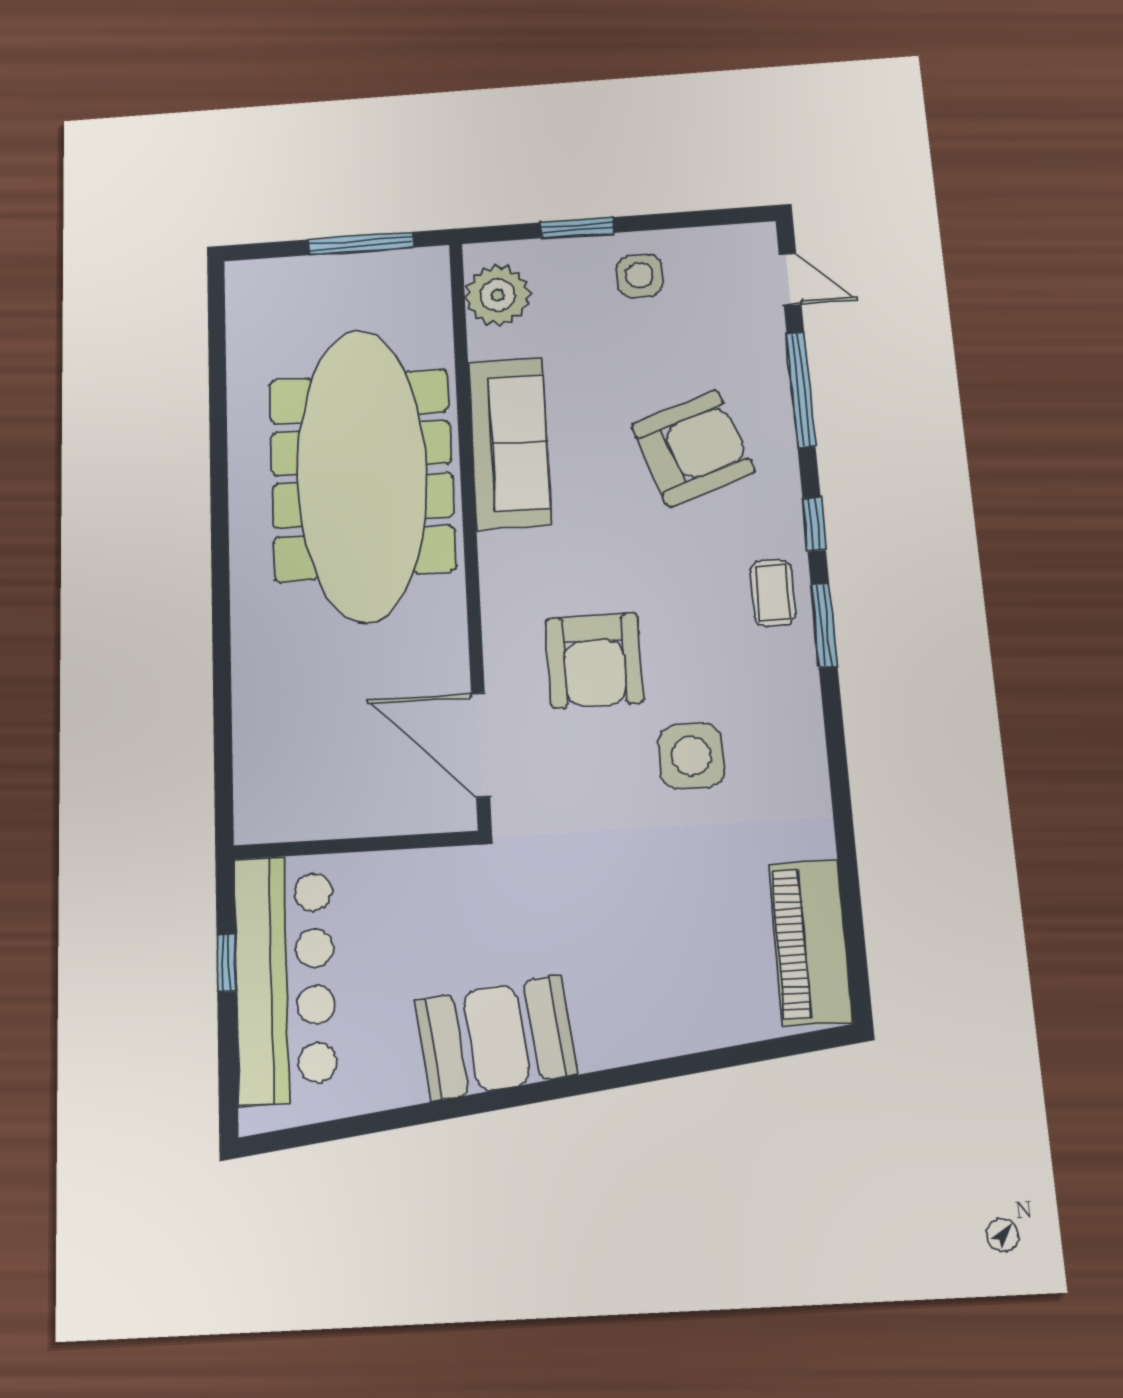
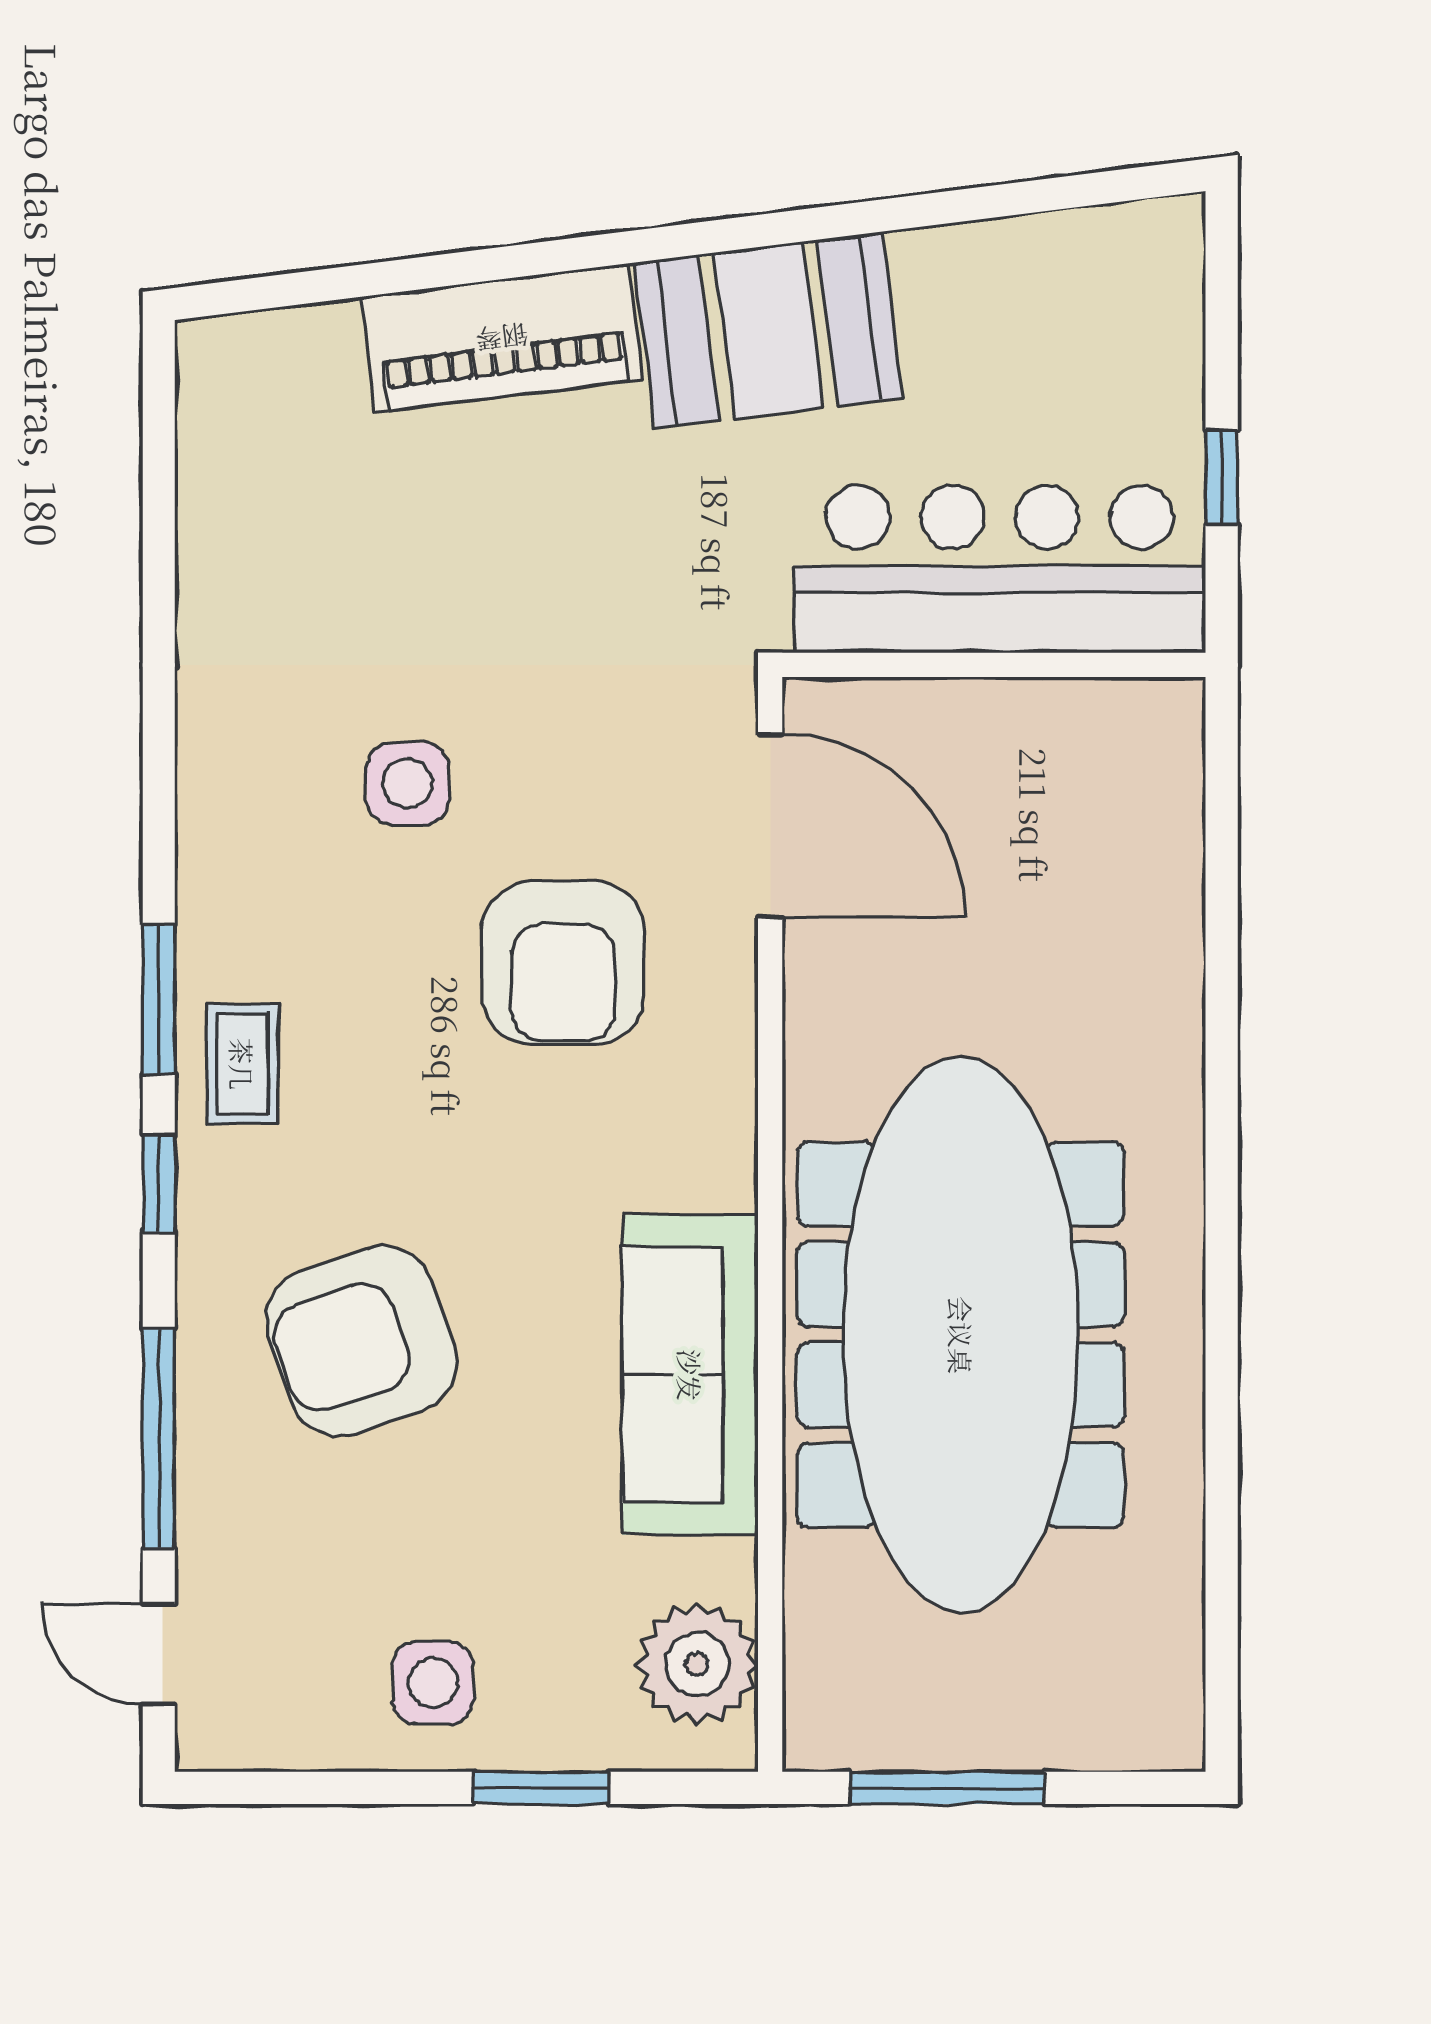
armchair: (594, 660) -> (563, 963), turned 180
side table: (691, 756) -> (408, 784), width x0.73, depth x0.73
piano: (810, 943) -> (502, 338), moved, turned 83
bar counter: (285, 978) -> (1000, 569), moved, turned 90

